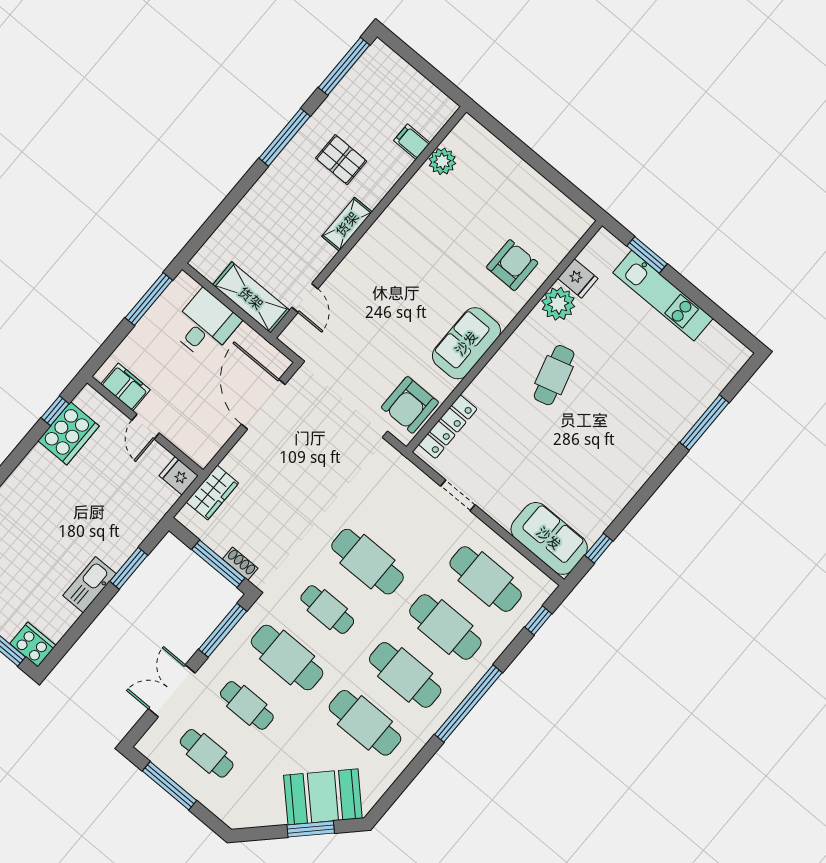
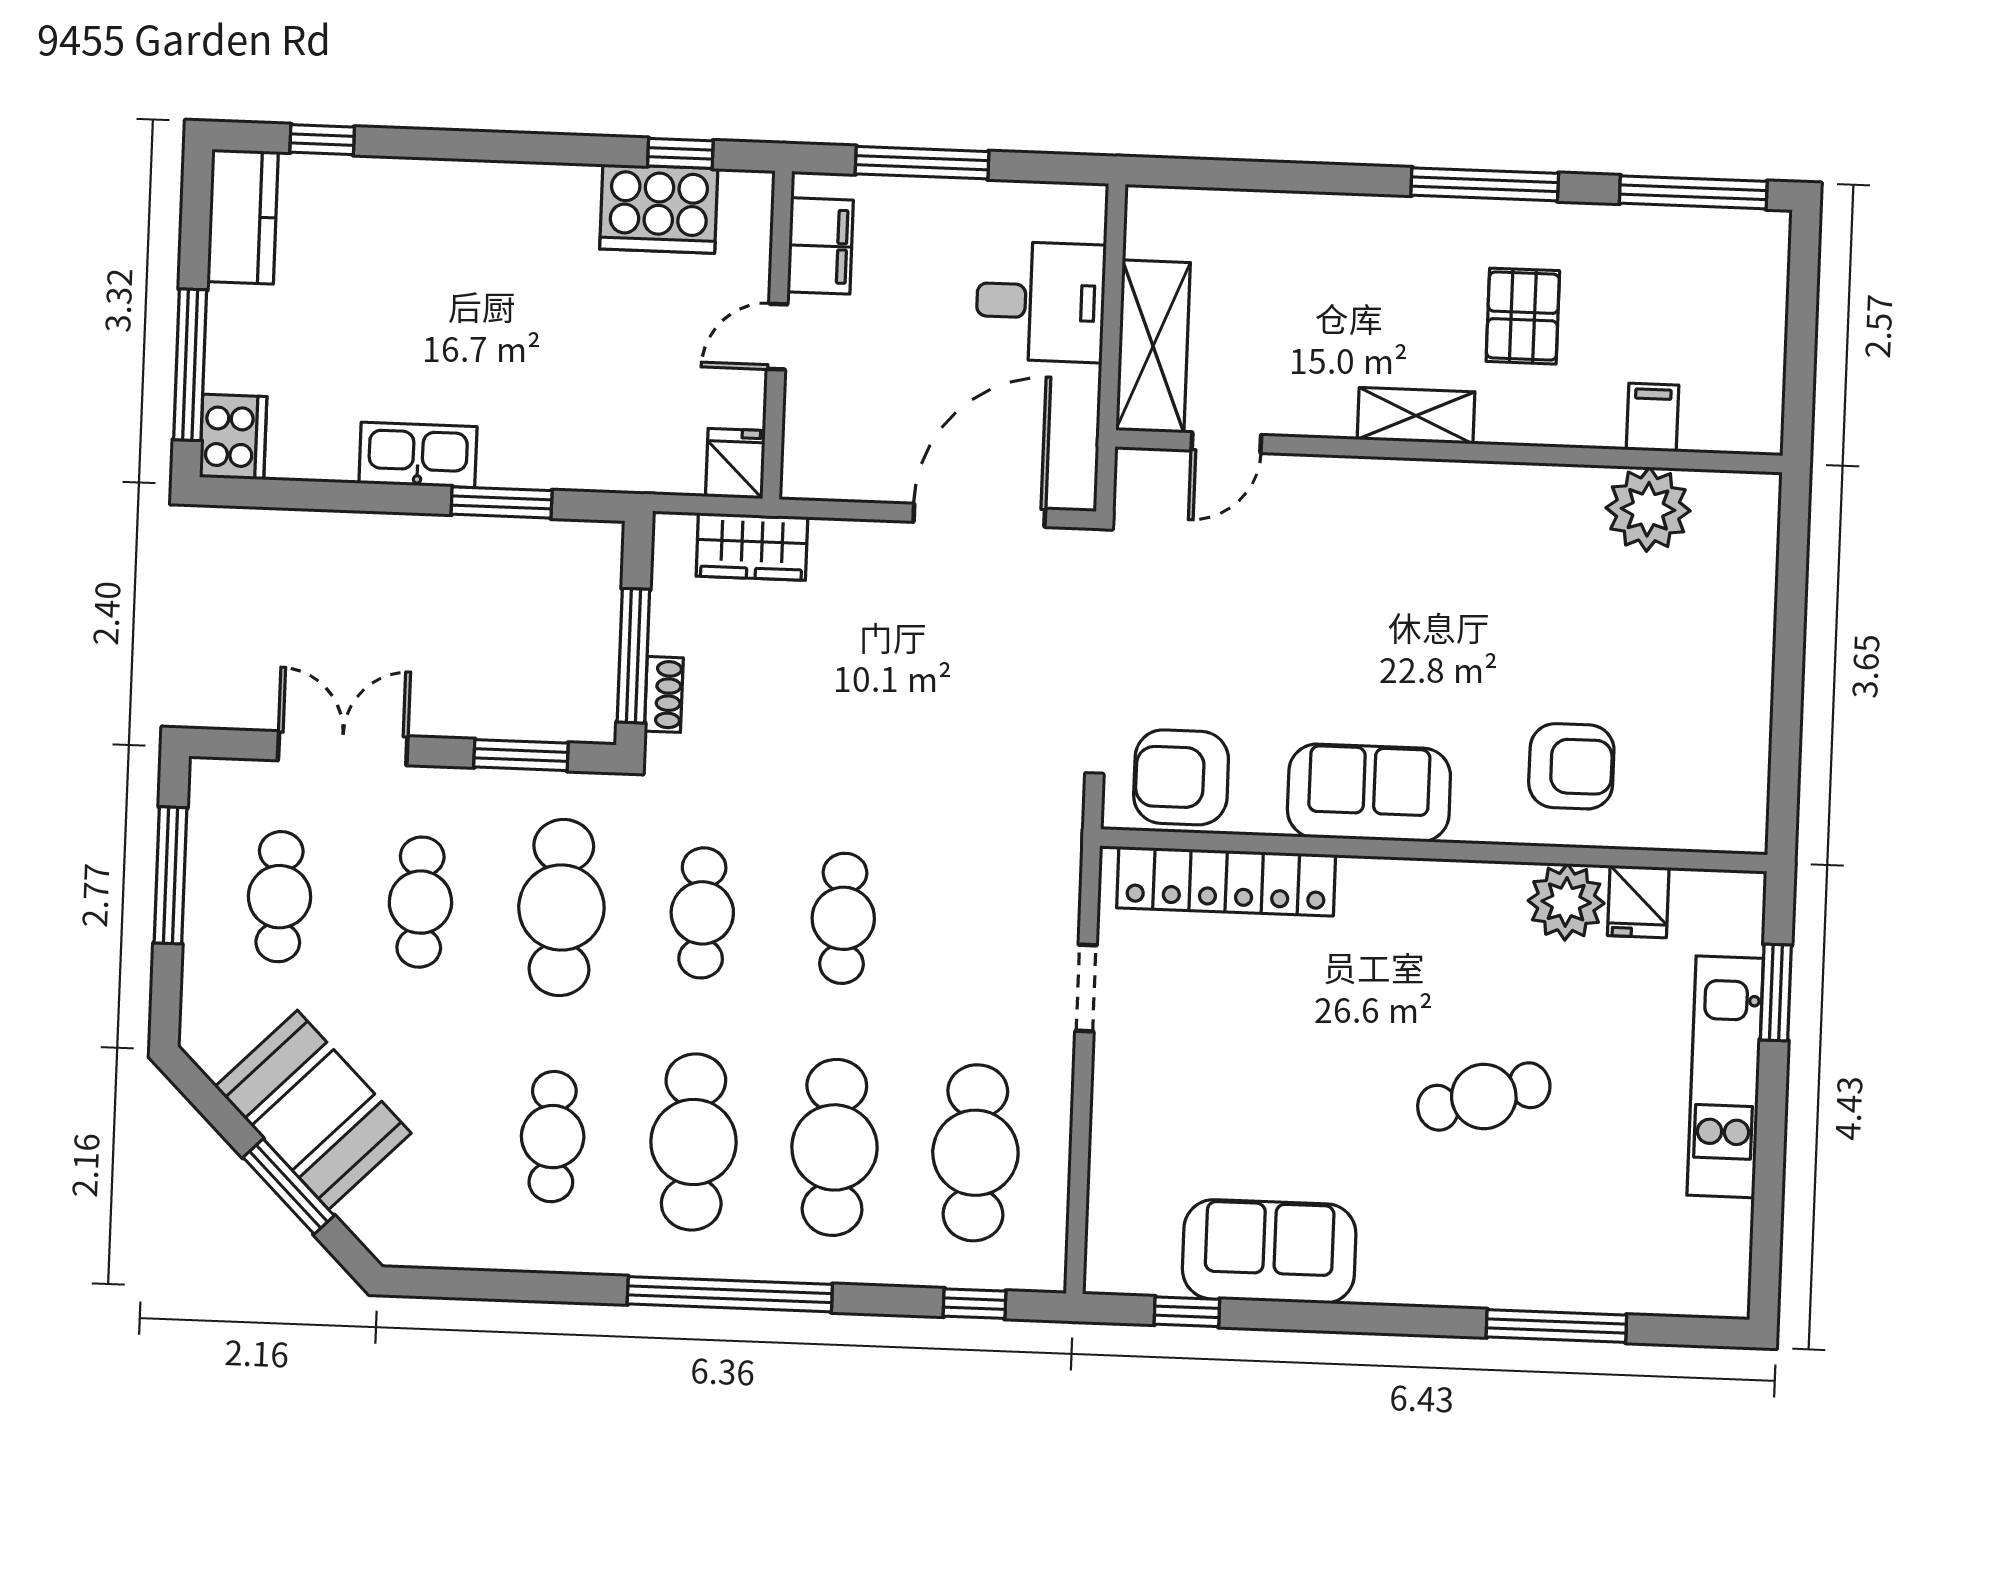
plant: (442, 161) -> (1648, 509), width x1.36, depth x1.36
window: (149, 299) -> (922, 163), moved
cafe table: (554, 375) -> (1484, 1096), moved
locker: (448, 427) -> (1226, 881), width x1.41, depth x1.21
sofa: (549, 538) -> (1269, 1251), moved, turned -90
cafe table: (367, 562) -> (843, 918), width x0.73, depth x0.74
window: (223, 630) -> (521, 755), width x0.69
cafe table: (365, 723) -> (553, 1137), width x0.73, depth x0.74
booth: (323, 797) -> (313, 1110), moved

